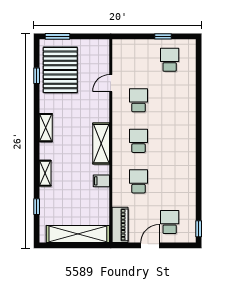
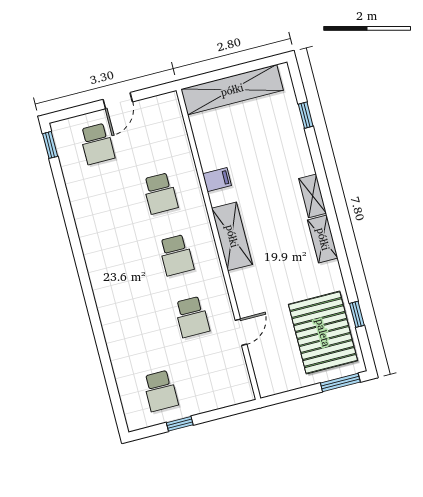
shelving: (45, 173) -> (312, 196), moved
piano: (120, 225) -> (171, 120), removed

